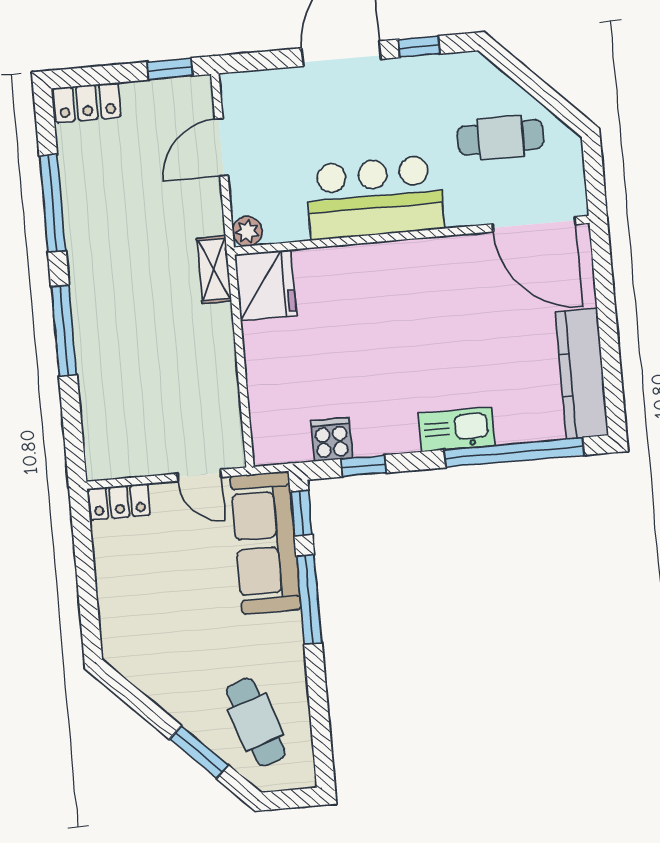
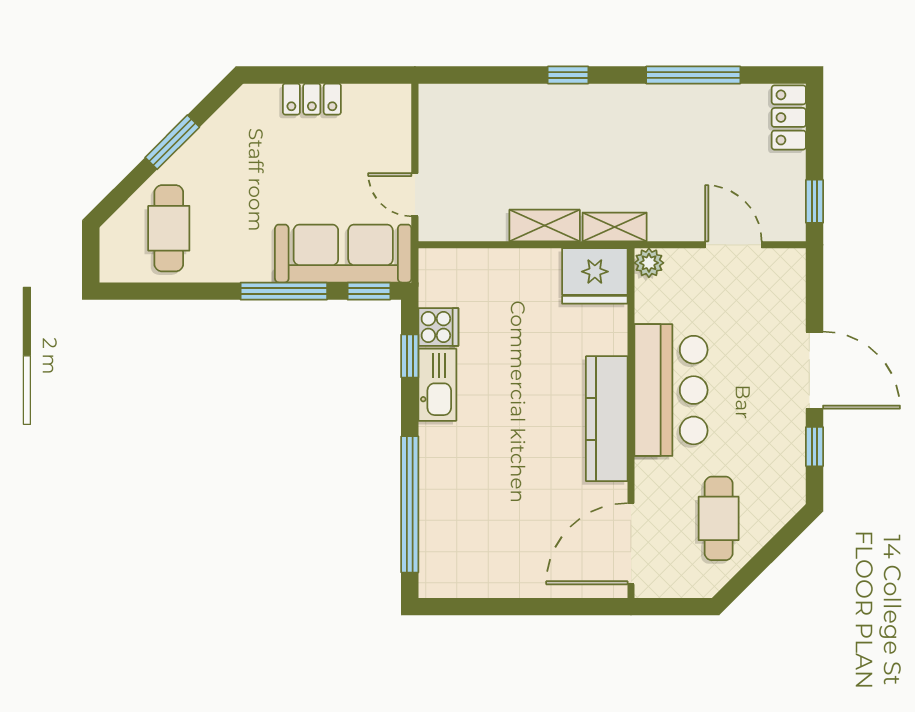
window: (64, 331) -> (568, 75), width x0.46
shelving: (219, 341) -> (545, 226), added
kitchen counter: (582, 374) -> (607, 419), moved, turned -90
kitchen sink: (457, 429) -> (437, 385), moved
door: (199, 475) -> (415, 195), hinge flipped
locker: (119, 502) -> (312, 99), moved, turned -90
cafe table: (256, 722) -> (169, 228), turned -71
window: (199, 752) -> (172, 142), moved

